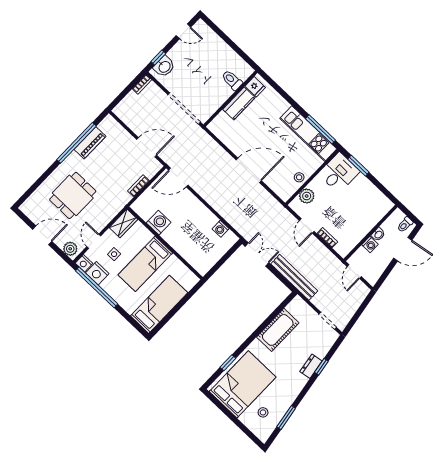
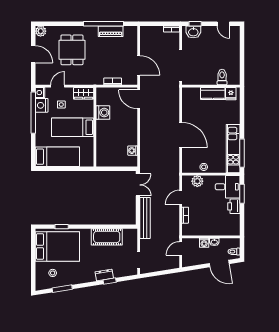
printer: (363, 184) -> (234, 206), added
dining table: (73, 195) -> (72, 50), turned 90
plant: (70, 249) -> (41, 31), moved

